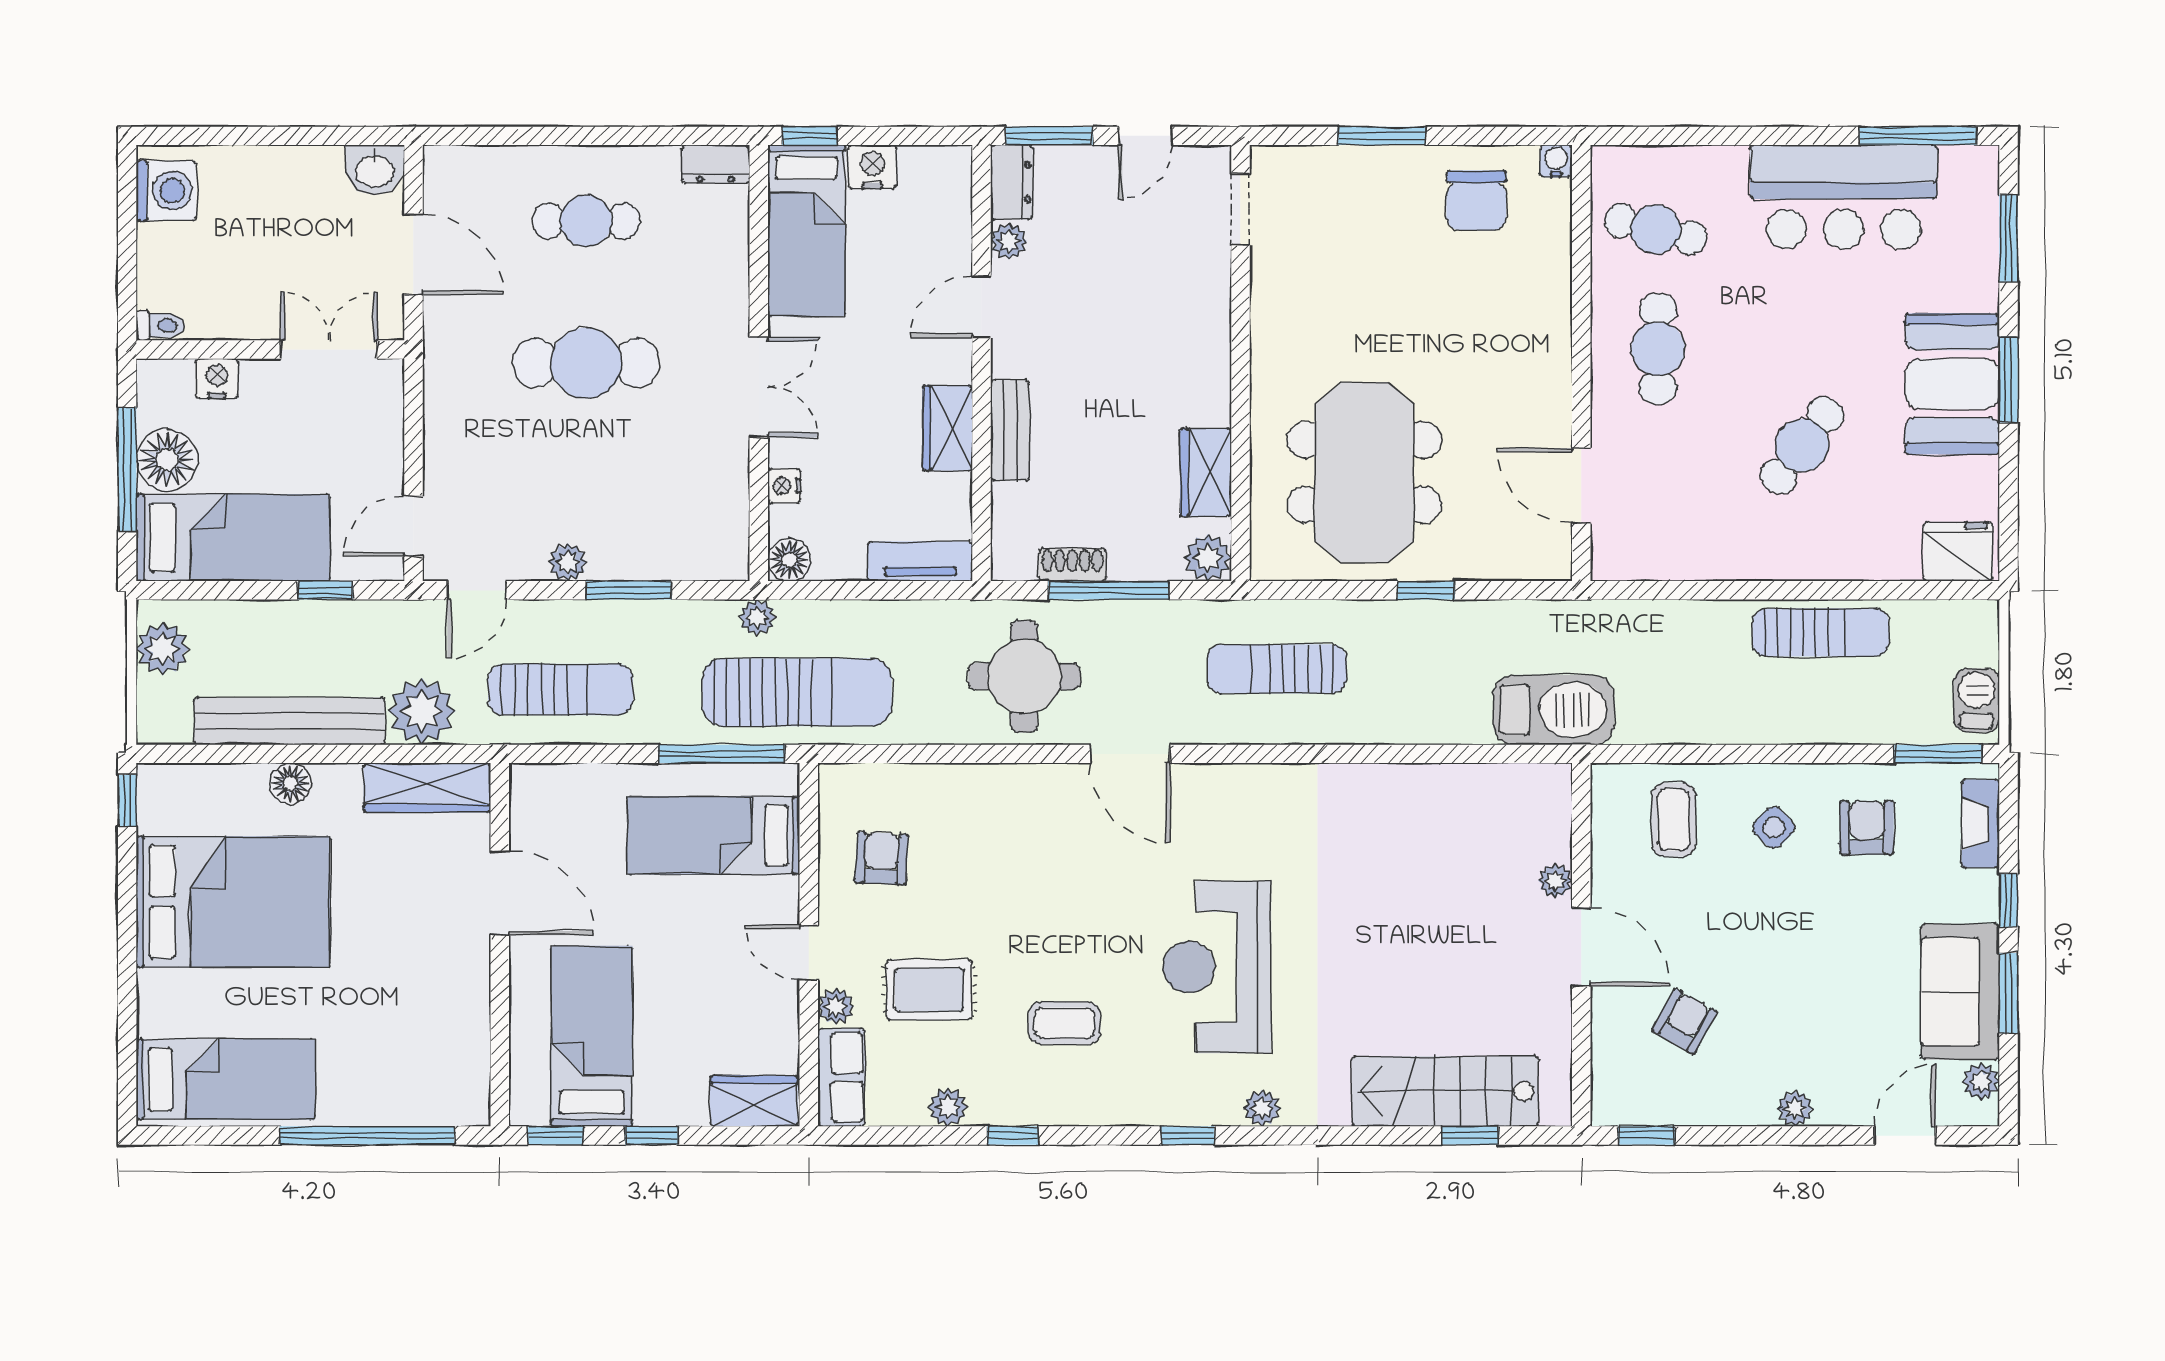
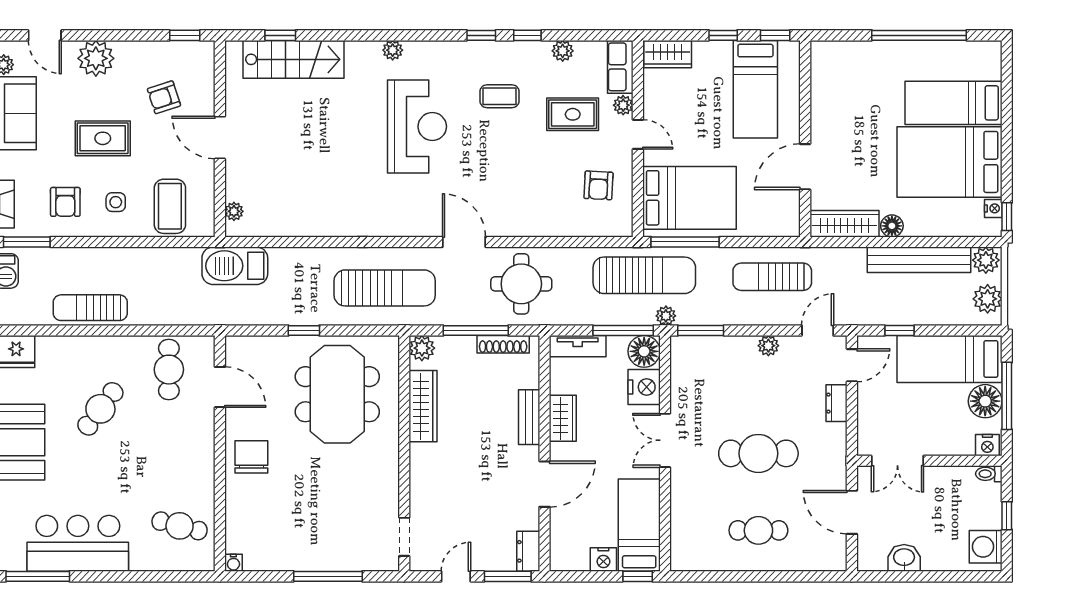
window: (1382, 136) -> (328, 576), width x1.44
dresser: (716, 164) -> (837, 403), moved, turned -90
washbasin: (375, 170) -> (904, 558), moved
chair: (1476, 201) -> (251, 457), moved
plant: (1009, 241) -> (530, 519), removed
window: (127, 248) -> (1007, 516), added
door: (981, 306) -> (544, 484), width x1.38
cafe table: (1658, 349) -> (169, 370), moved
nightstand: (217, 378) -> (987, 445), moved
wardrobe: (1206, 472) -> (423, 406), width x1.50
nightstand: (784, 486) -> (644, 387), width x1.89, depth x1.79
floor lamp: (789, 560) -> (644, 351), width x1.38, depth x1.38
shoe rack: (1072, 565) -> (503, 344), width x1.43
window: (629, 590) -> (701, 330), moved
window: (836, 590) -> (623, 330), added
sun lounger: (1277, 669) -> (385, 288), width x1.36, depth x1.34
sun lounger: (797, 692) -> (644, 275), turned 180
plant: (422, 711) -> (986, 260), moved, width x0.73, depth x0.73
floor lamp: (290, 783) -> (892, 226), moved
nightstand: (152, 816) -> (993, 208), added
coffee table: (1674, 820) -> (170, 206), width x1.36, depth x1.30
side table: (1774, 827) -> (116, 202), turned 45
bed: (714, 835) -> (689, 198), width x1.50
plant: (1555, 881) -> (234, 211), moved
door: (500, 893) -> (805, 167), hinge flipped
rug: (1798, 945) -> (103, 138), added
armchair: (1684, 1021) -> (164, 97), turned 43
bed: (226, 1079) -> (954, 103), moved
plant: (1795, 1109) -> (96, 58), width x1.88, depth x1.88
window: (367, 1136) -> (919, 35), moved
window: (1188, 1136) -> (481, 35), moved
door: (1905, 1136) -> (45, 35), hinge flipped

